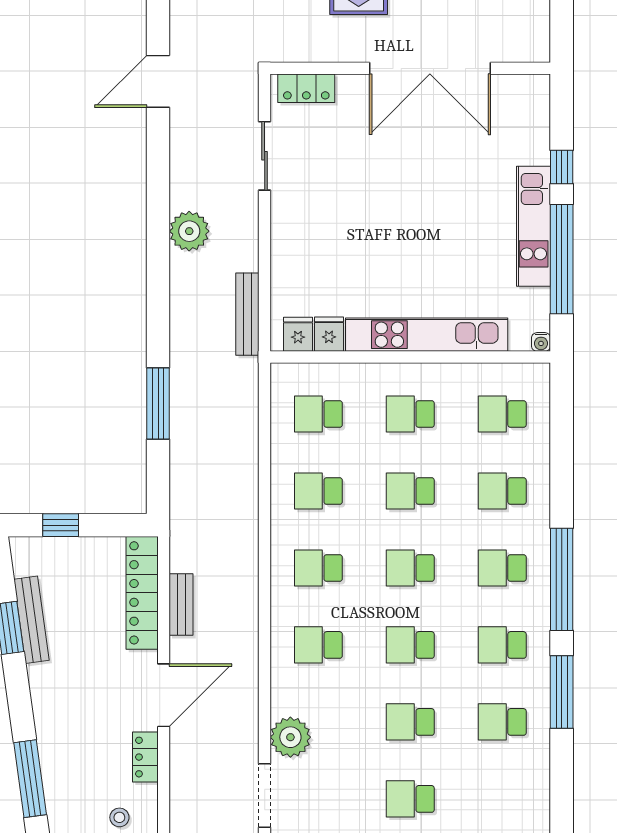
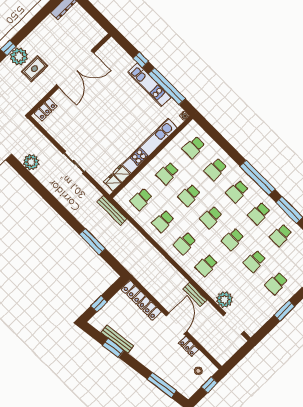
sliding door: (265, 156) -> (74, 162), moved
plant: (189, 231) -> (31, 162), moved
bench: (247, 314) -> (112, 210), moved
bench: (181, 605) -> (195, 294), moved

